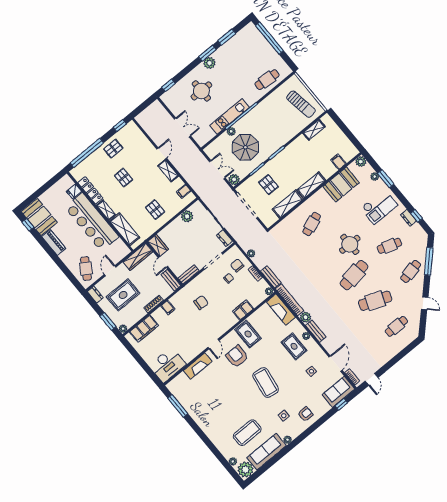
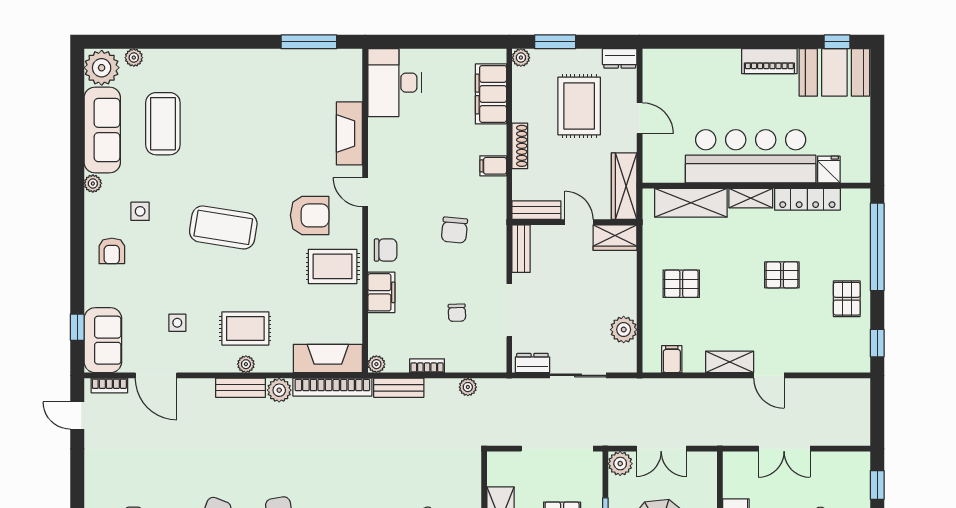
chair: (237, 265) -> (386, 250), moved
cafe table: (86, 269) -> (678, 80), removed

